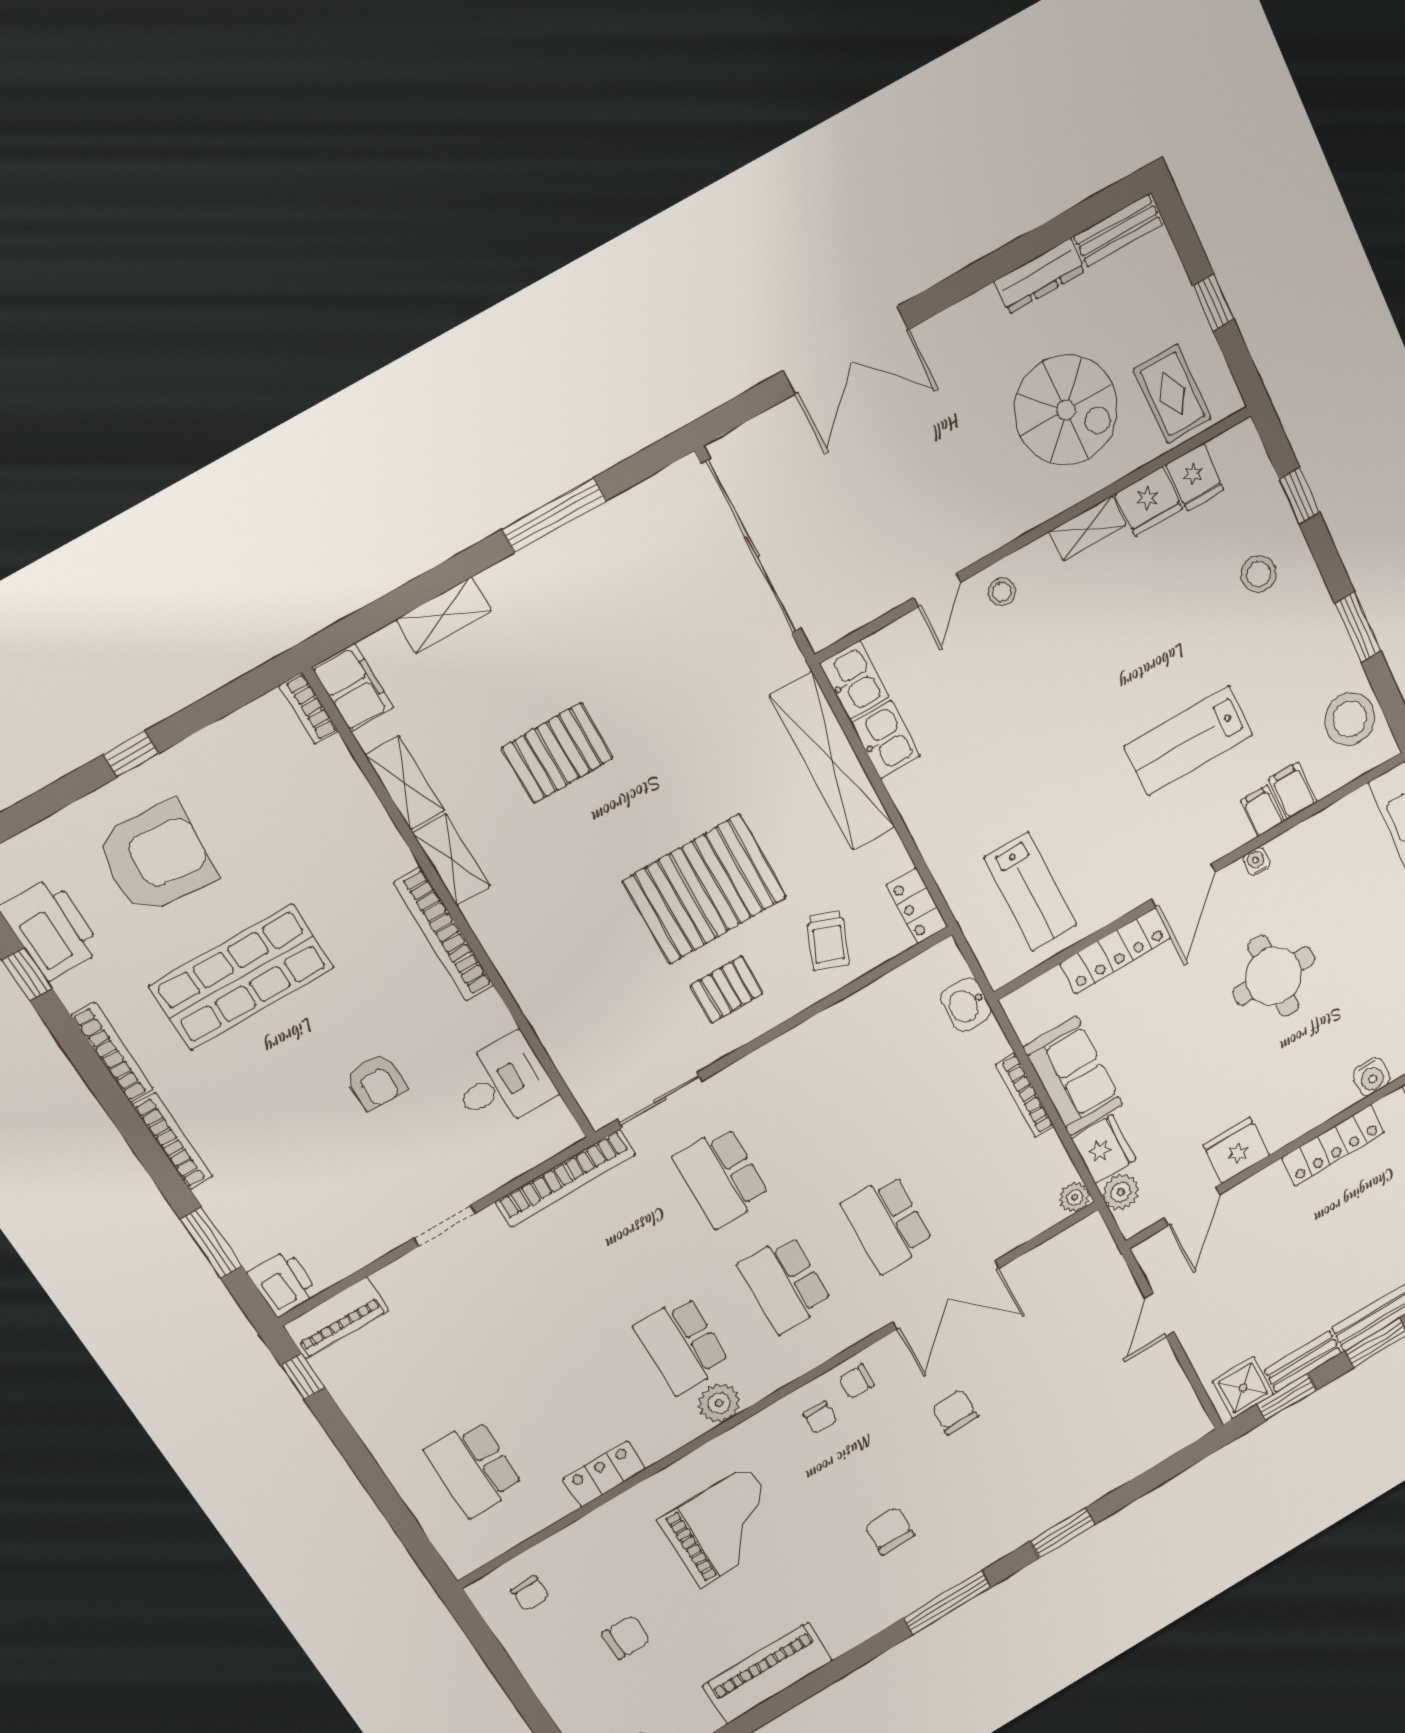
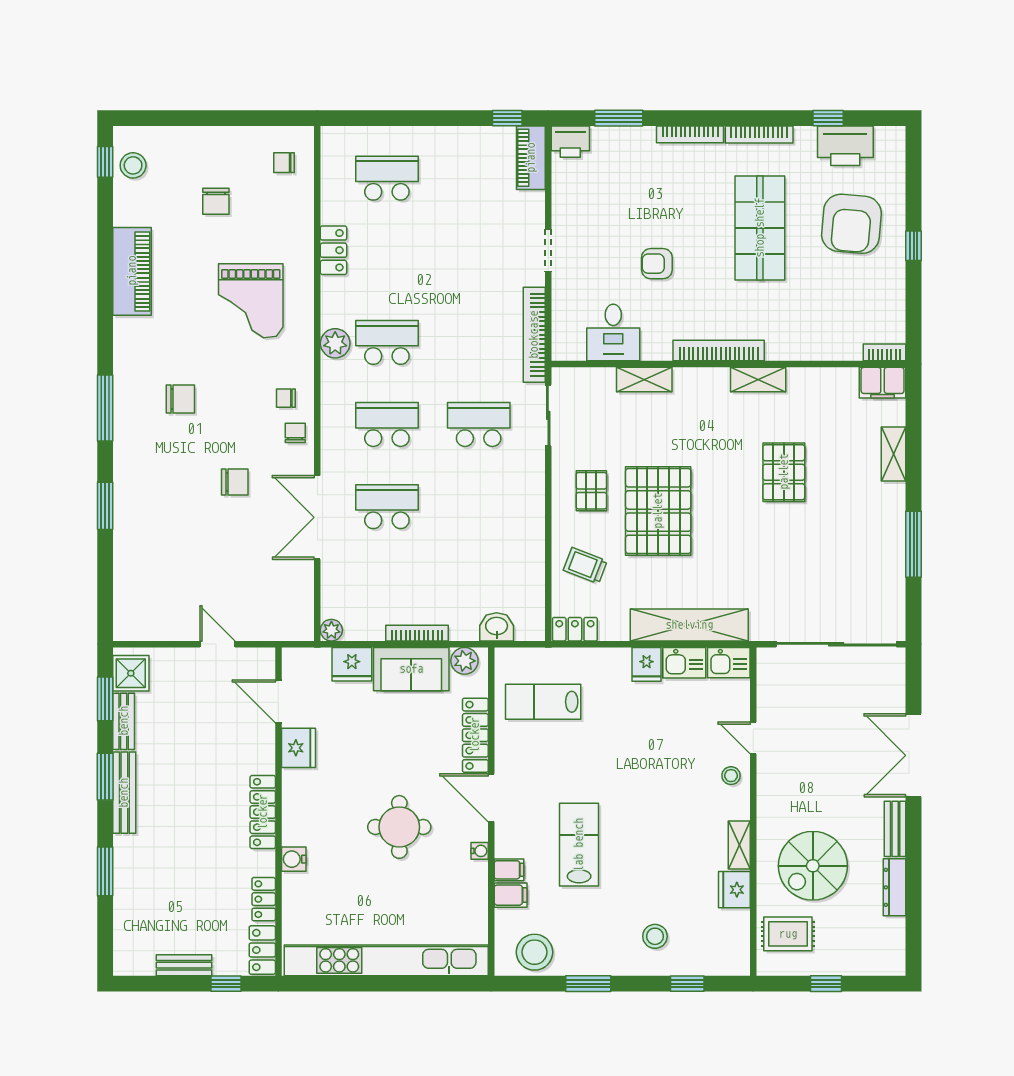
bench: (1118, 231) -> (895, 829), moved
fridge: (1195, 477) -> (647, 664), moved, turned -90
shelving: (405, 783) -> (644, 380), moved
plant: (1121, 1192) -> (464, 661), moved

